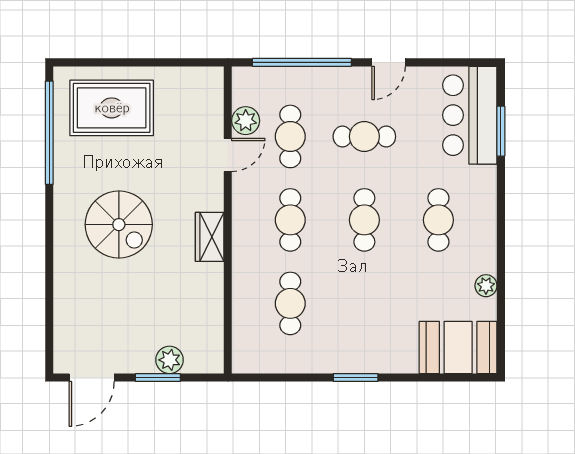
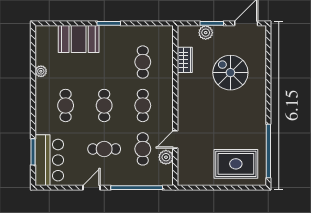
spiral stairs: (119, 225) -> (230, 73), moved
wardrobe: (210, 237) -> (185, 60), moved
booth: (458, 348) -> (79, 39), moved

